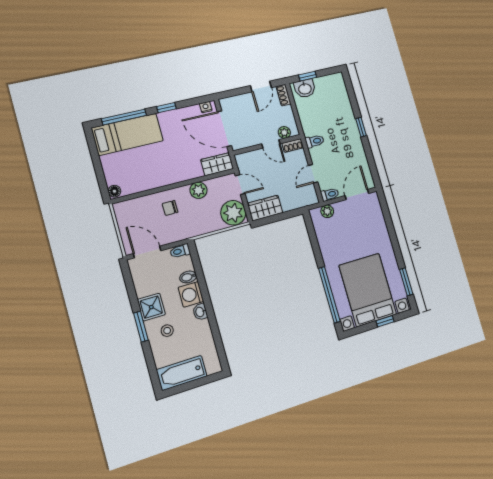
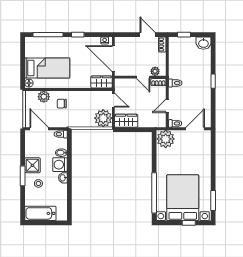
door: (261, 87) -> (148, 35), swing flipped
washbasin: (305, 88) -> (203, 43), moved
bed: (127, 134) -> (47, 68), moved
plant: (198, 190) -> (44, 97), moved
plant: (327, 211) -> (166, 139), width x1.88, depth x1.88

